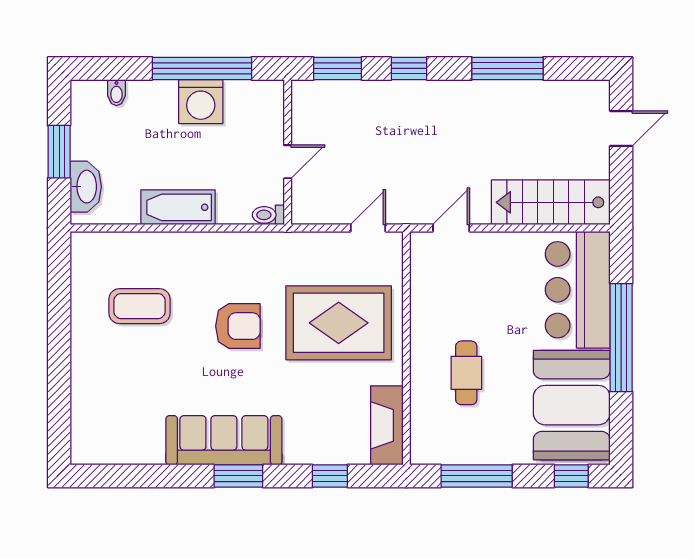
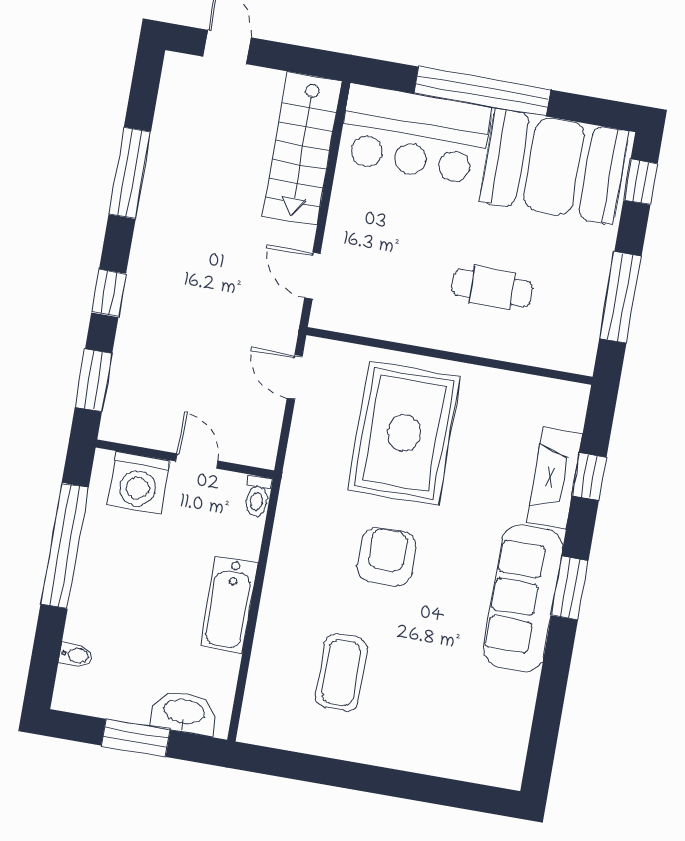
washing machine: (201, 102) -> (138, 483), moved, turned 90
fireplace: (387, 425) -> (554, 478), moved, turned 90

